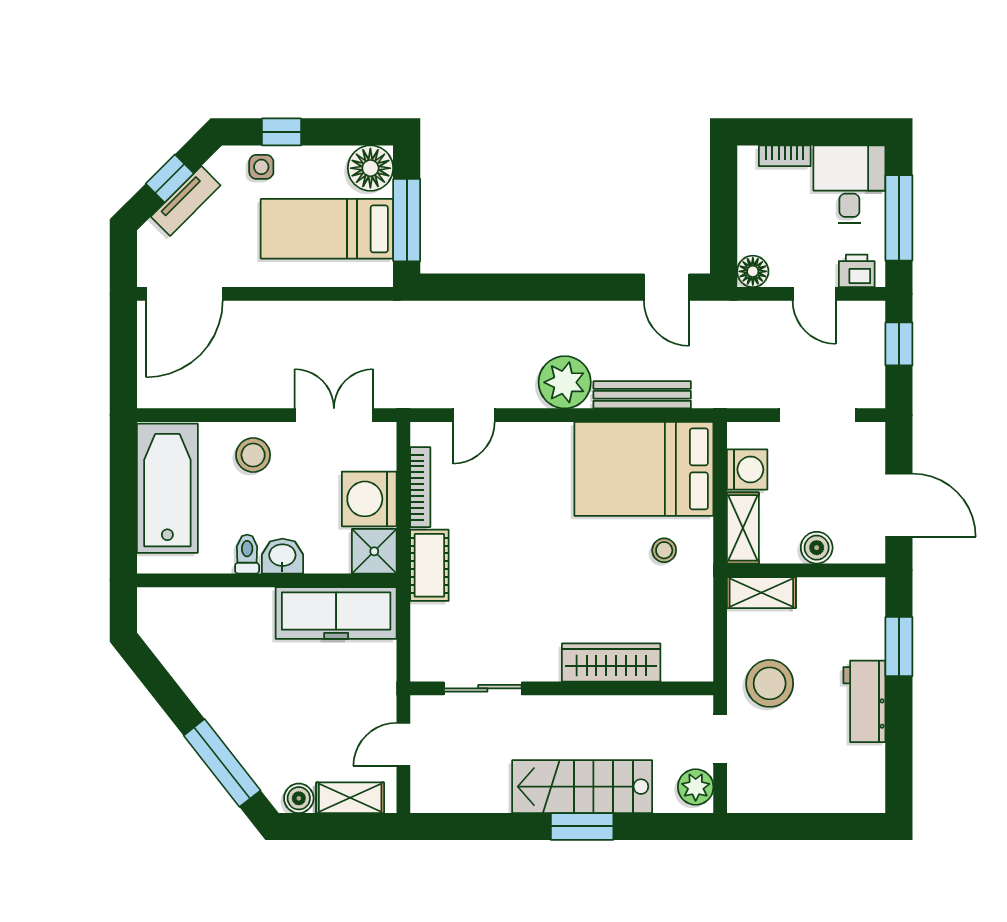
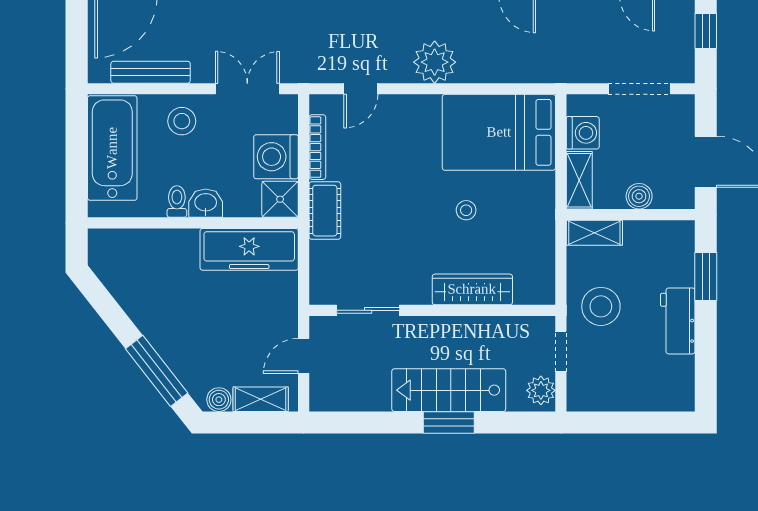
bench: (642, 395) -> (151, 72), moved
stool: (664, 550) -> (466, 210), moved

